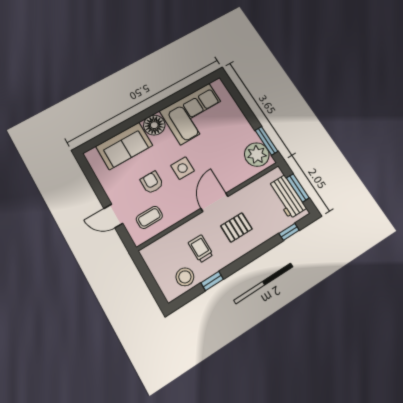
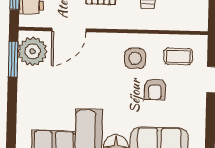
side table: (183, 168) -> (135, 58), moved
door: (215, 202) -> (69, 30), moved

